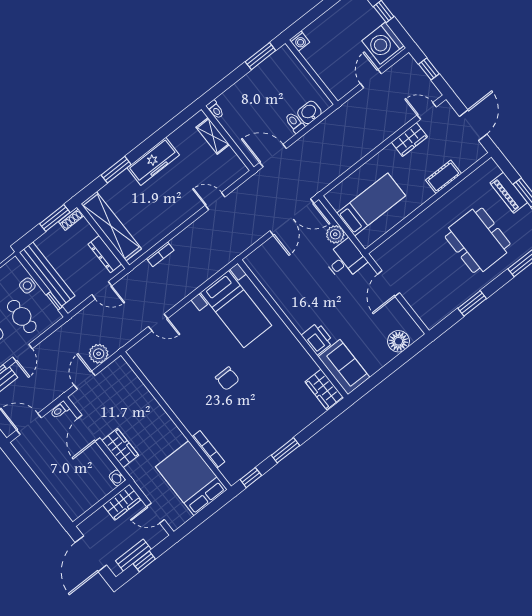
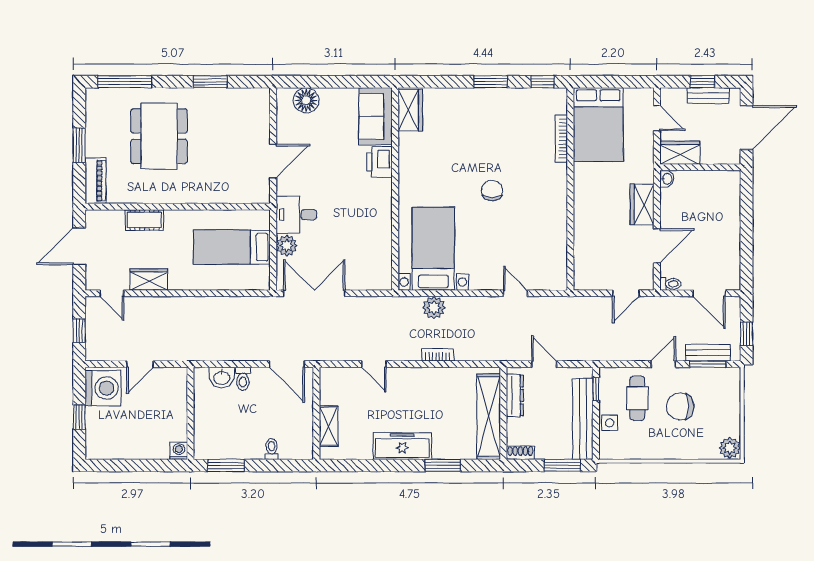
toilet: (215, 109) -> (272, 449), moved
piano: (509, 193) -> (95, 181), moved
window: (55, 218) -> (562, 465), moved
bookcase: (160, 254) -> (438, 355), moved
plant: (99, 354) -> (434, 308), moved

